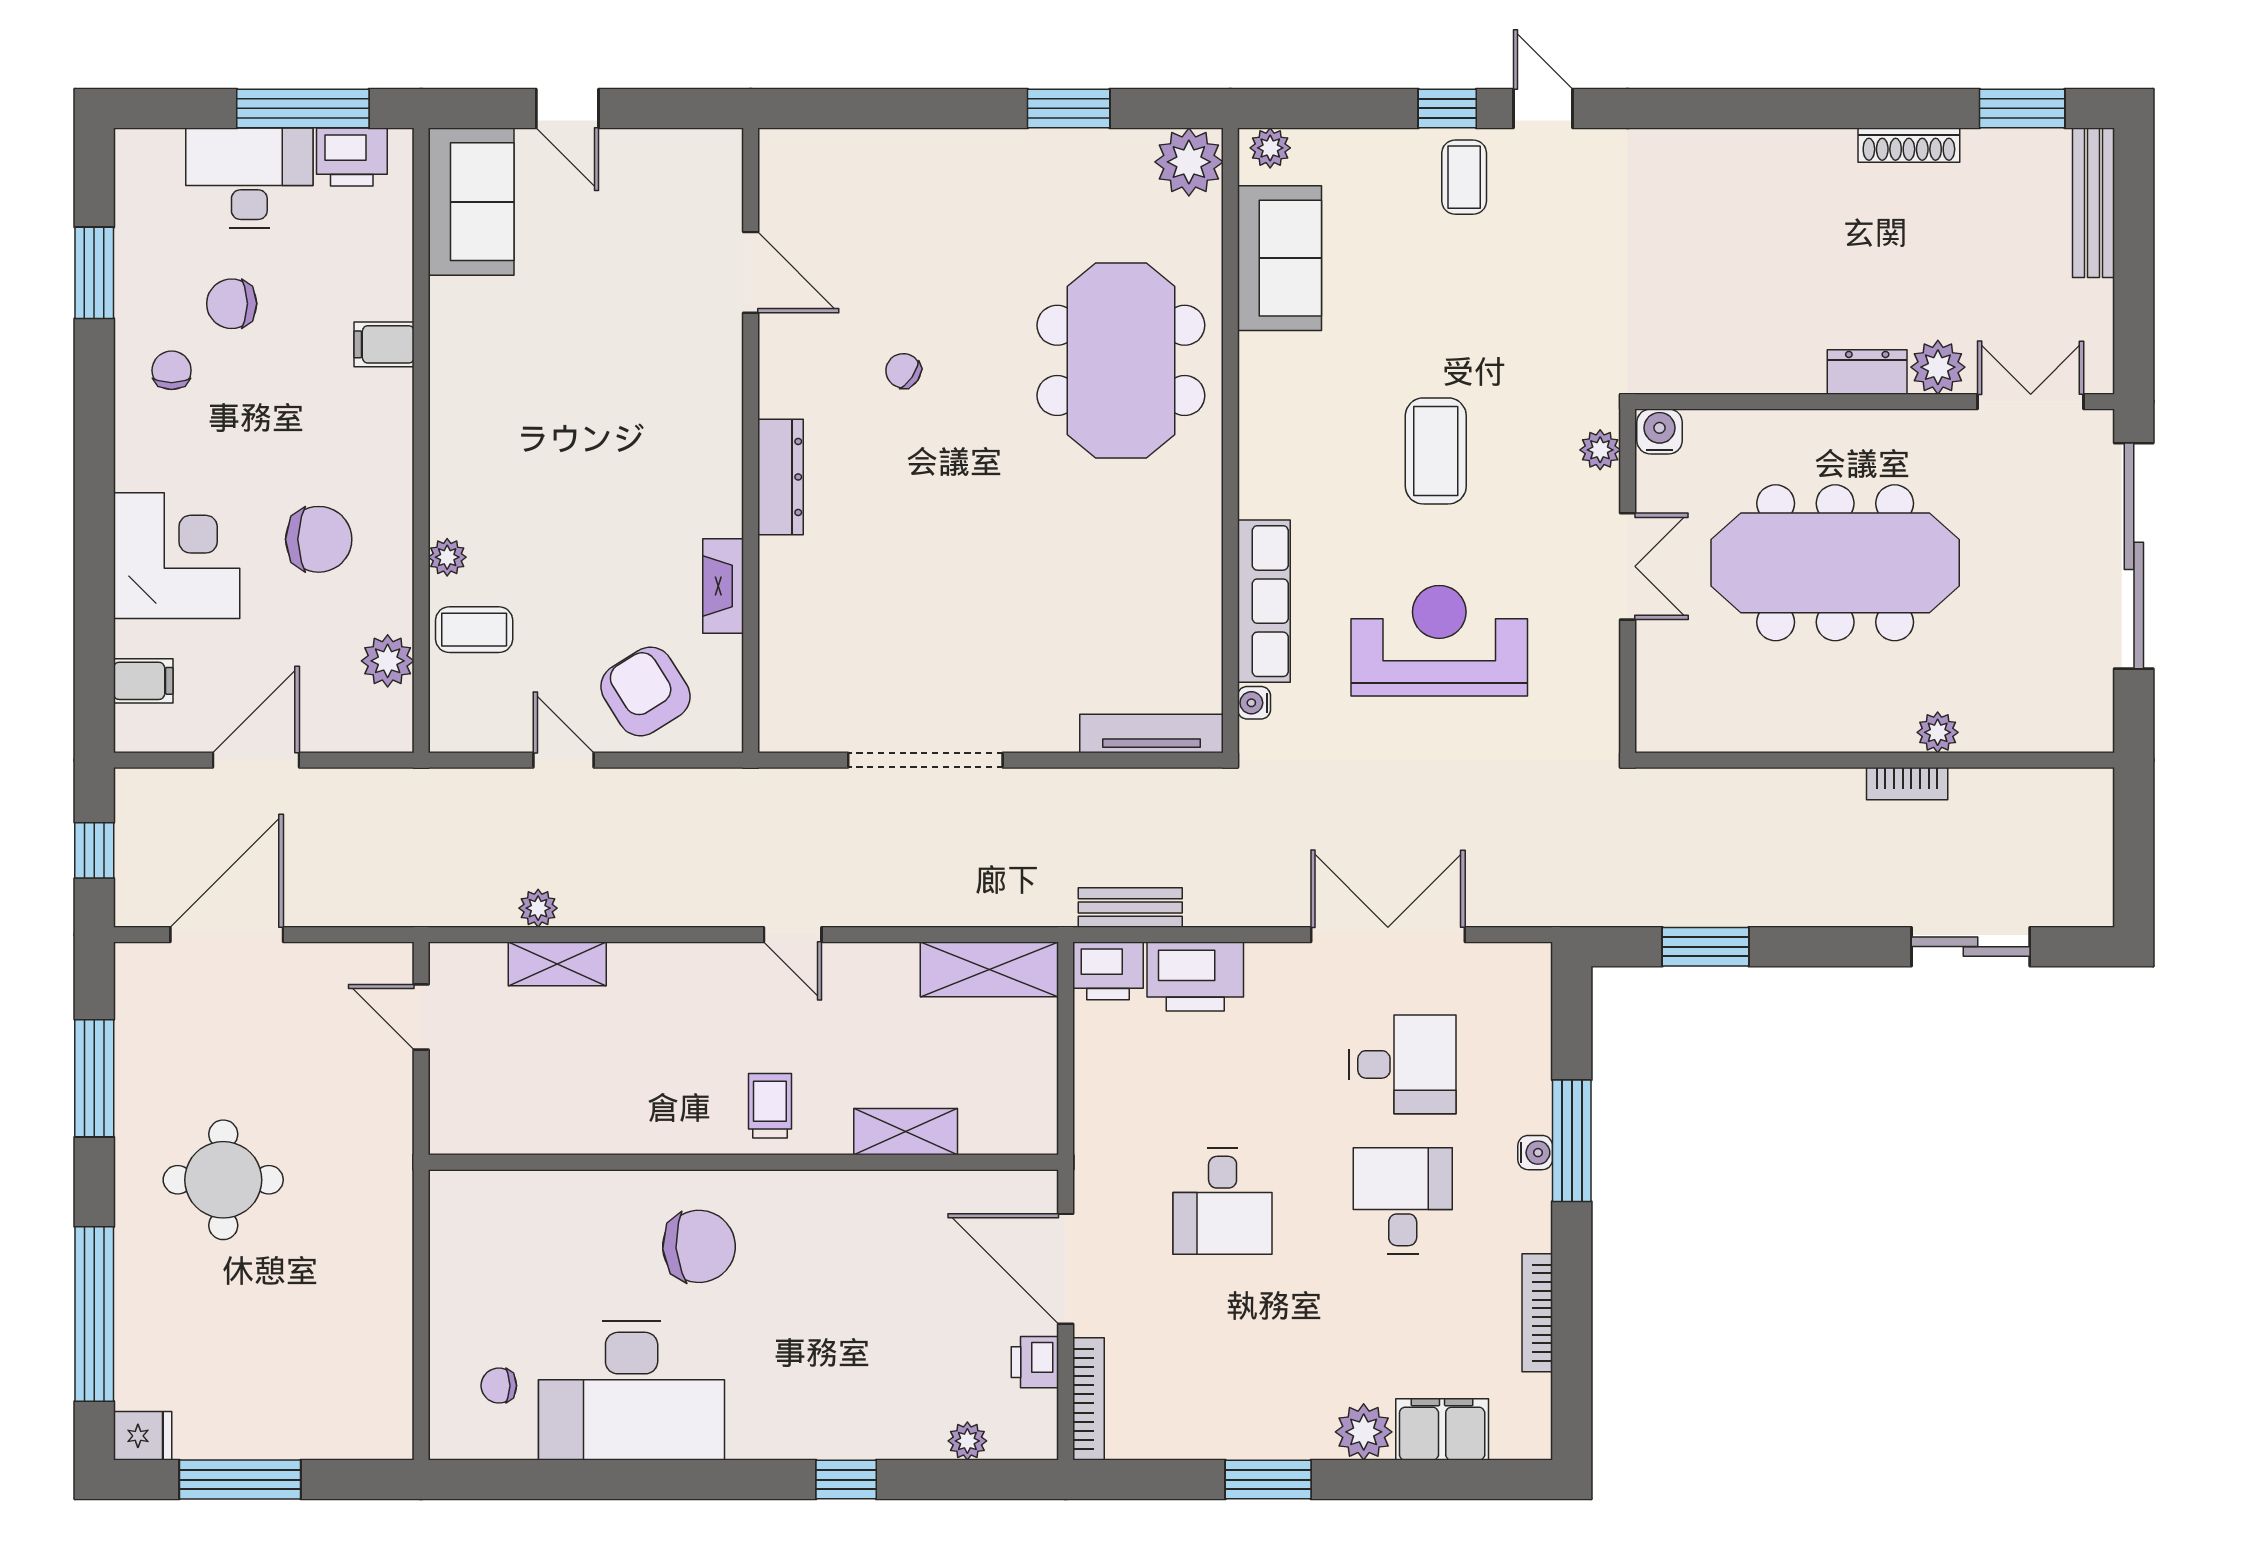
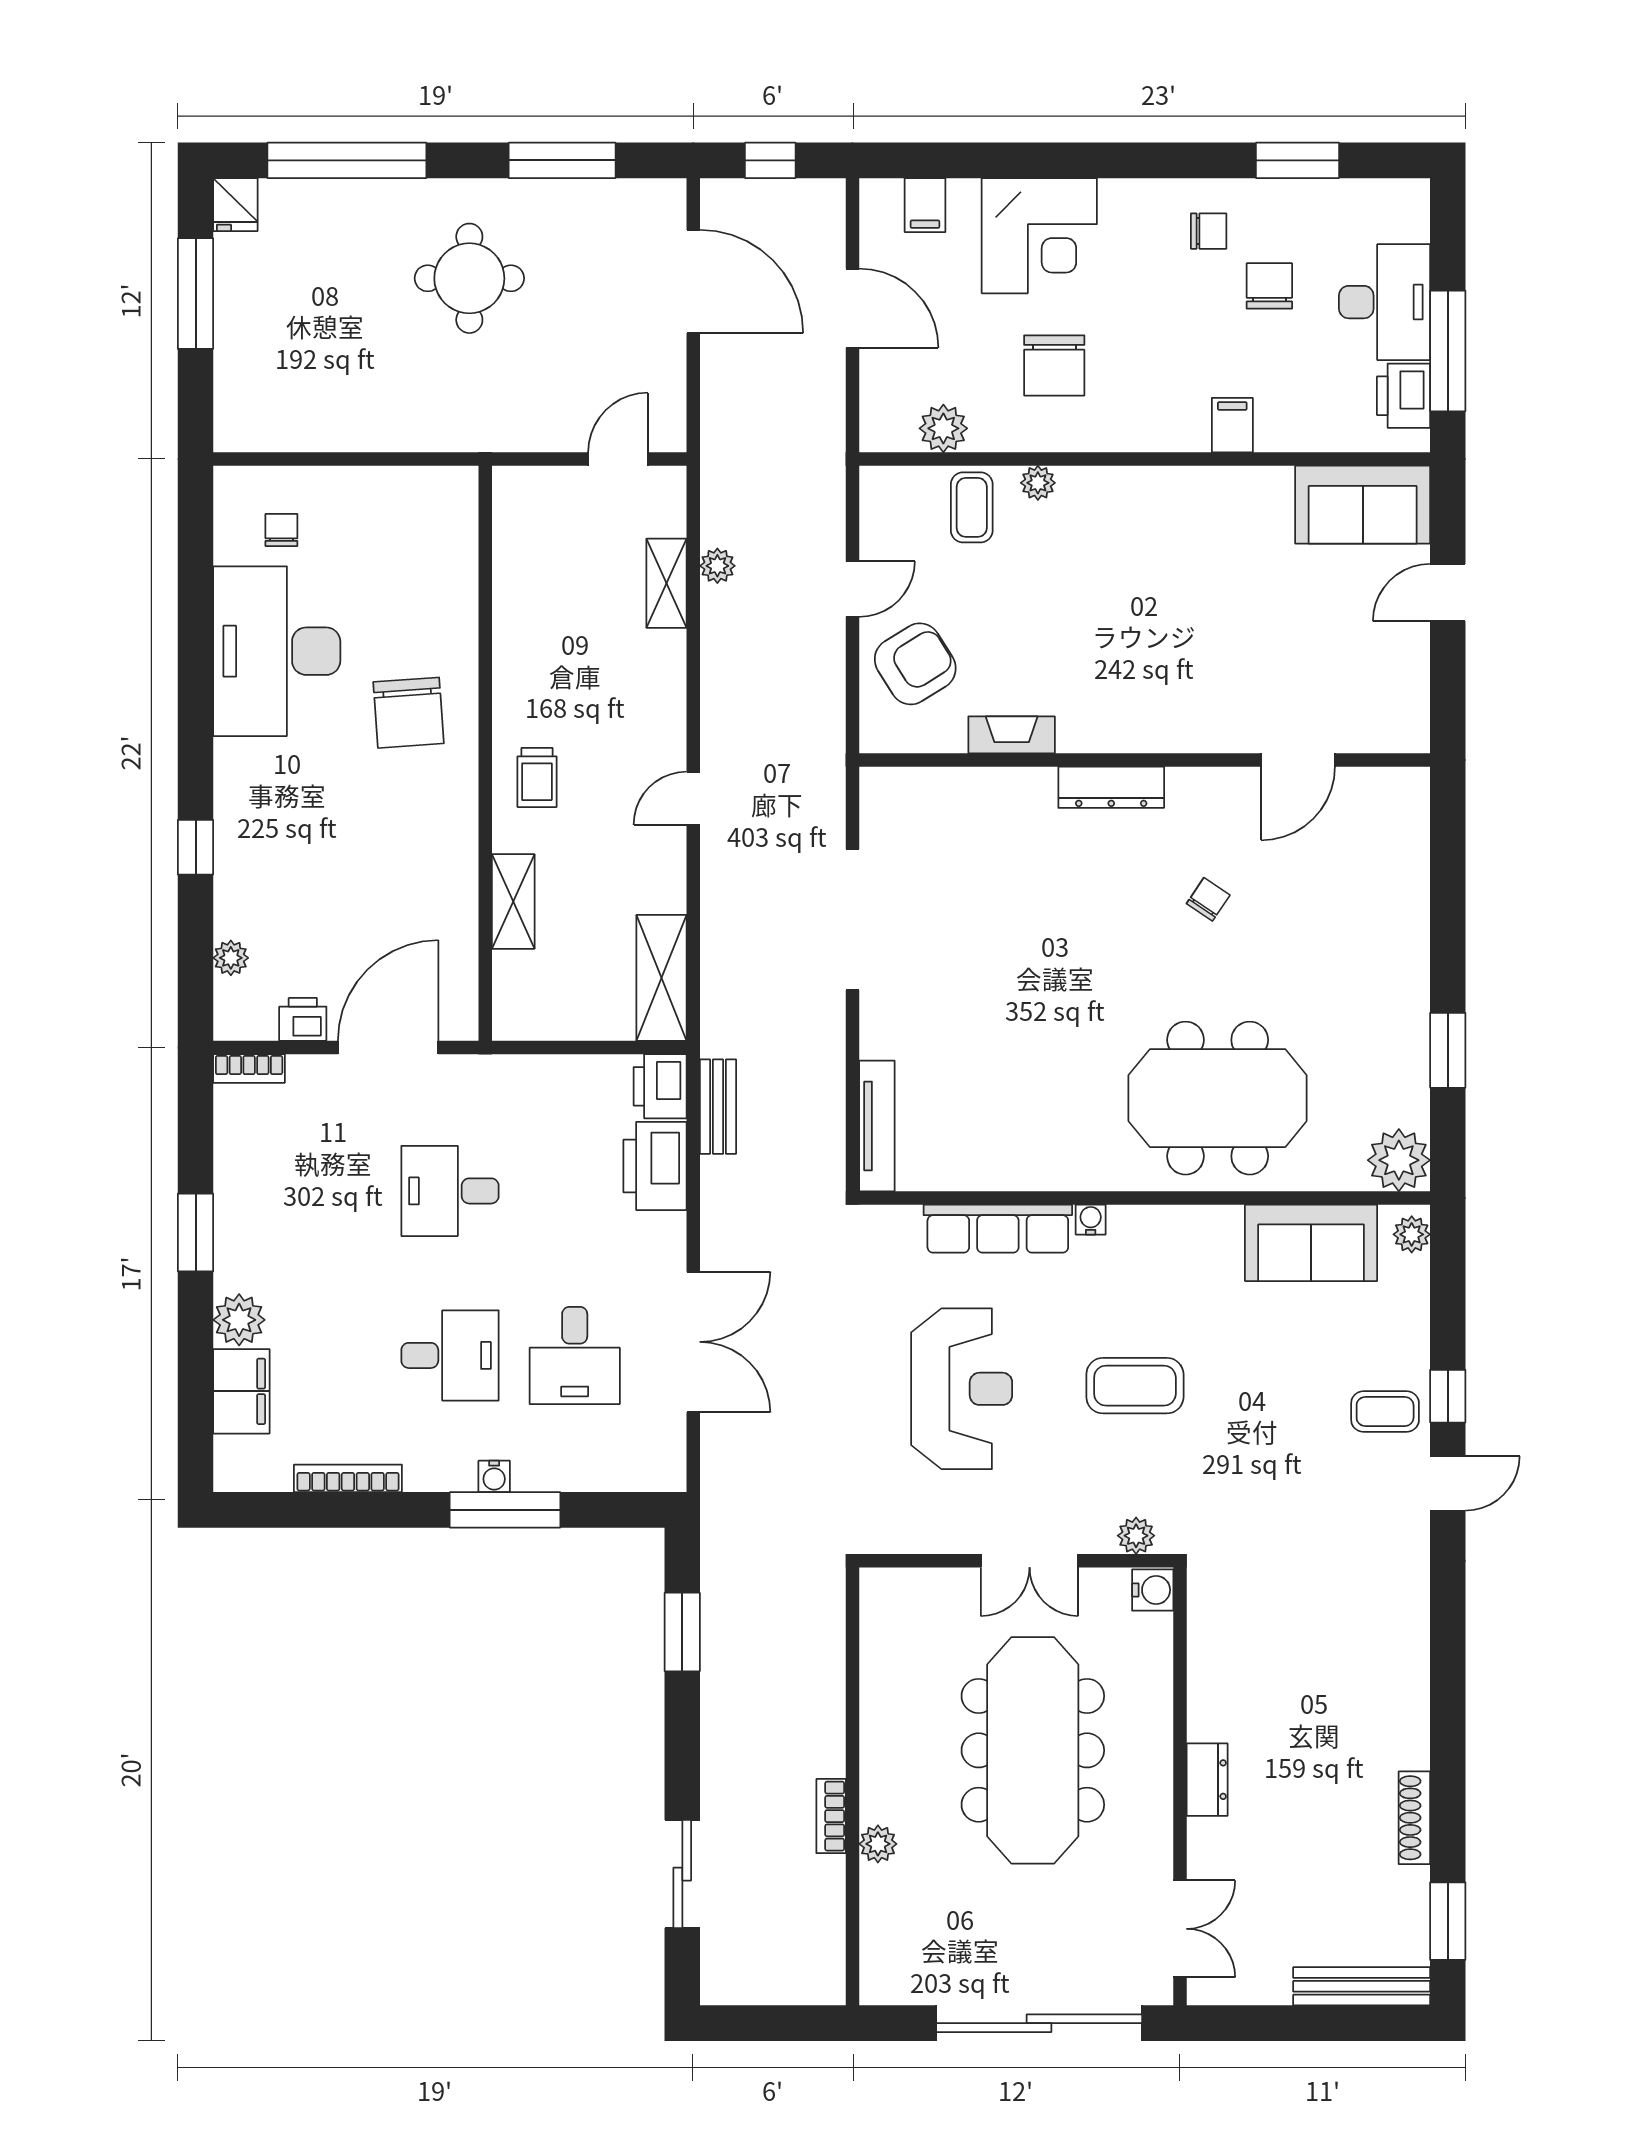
plant: (1938, 367) -> (1211, 1844), removed
water cooler: (1254, 703) -> (1091, 1220), moved
trolley: (770, 1106) -> (537, 778), turned 90
bookcase: (1088, 1399) -> (249, 1068), width x0.64

